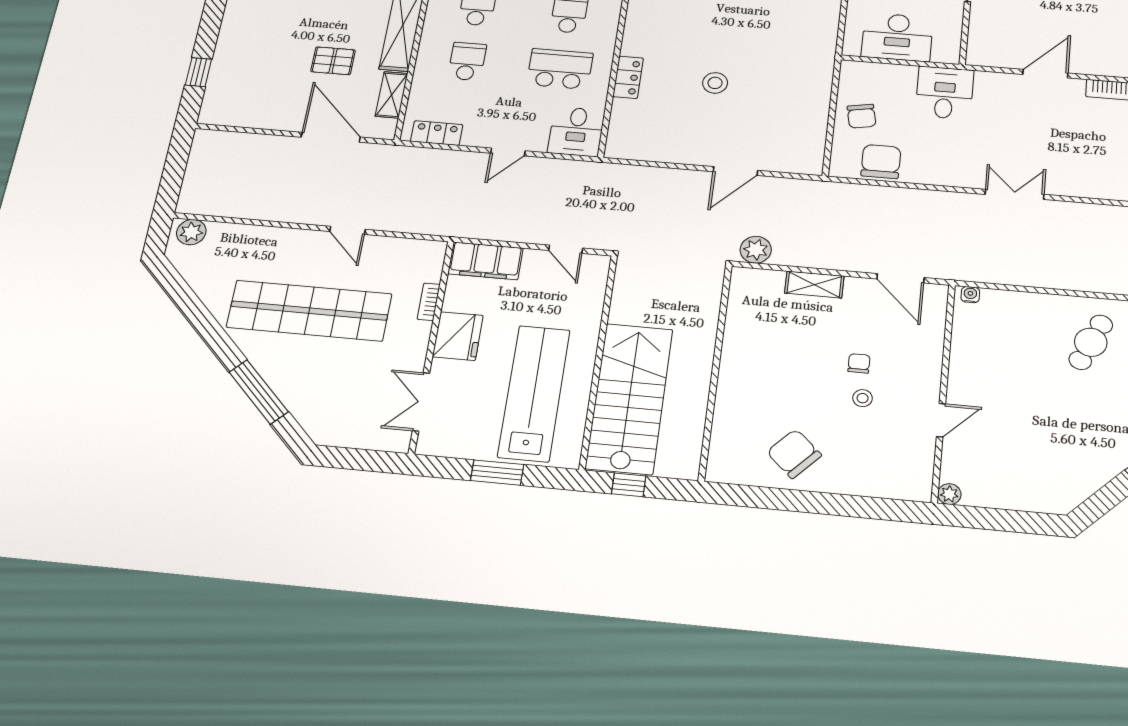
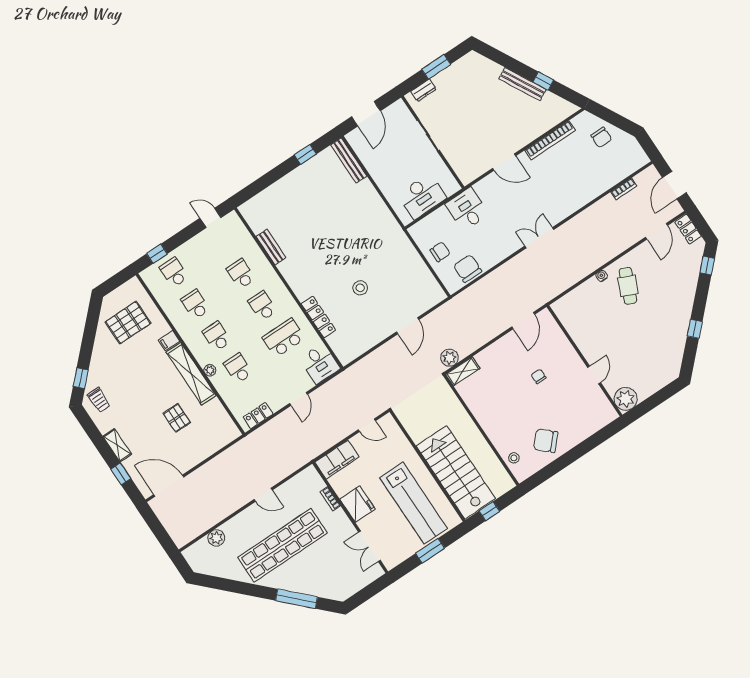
plant: (430, 38) -> (210, 370), added
pallet: (333, 61) -> (177, 418), turned 90
door: (1045, 74) -> (504, 162), swing flipped
locker: (628, 77) -> (318, 317), width x1.53
shelving: (391, 95) -> (117, 445), moved
chair: (862, 116) -> (440, 252), turned -79
door: (331, 137) -> (169, 486), moved
plant: (191, 232) -> (216, 538), moved
door: (900, 278) -> (523, 321), hinge flipped
shelving: (814, 285) -> (463, 371), moved
water cooler: (970, 295) -> (602, 276), moved
lab bench: (534, 393) -> (414, 503), turned 180
stool: (863, 398) -> (514, 458), moved
plant: (949, 494) -> (626, 399), width x1.88, depth x1.88

